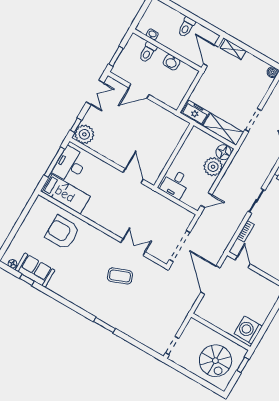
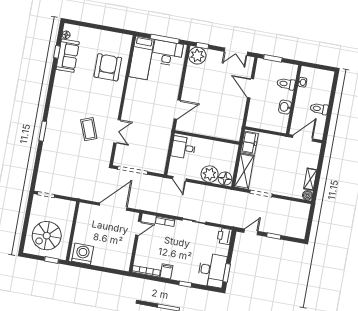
shelving: (233, 49) -> (310, 179), moved

